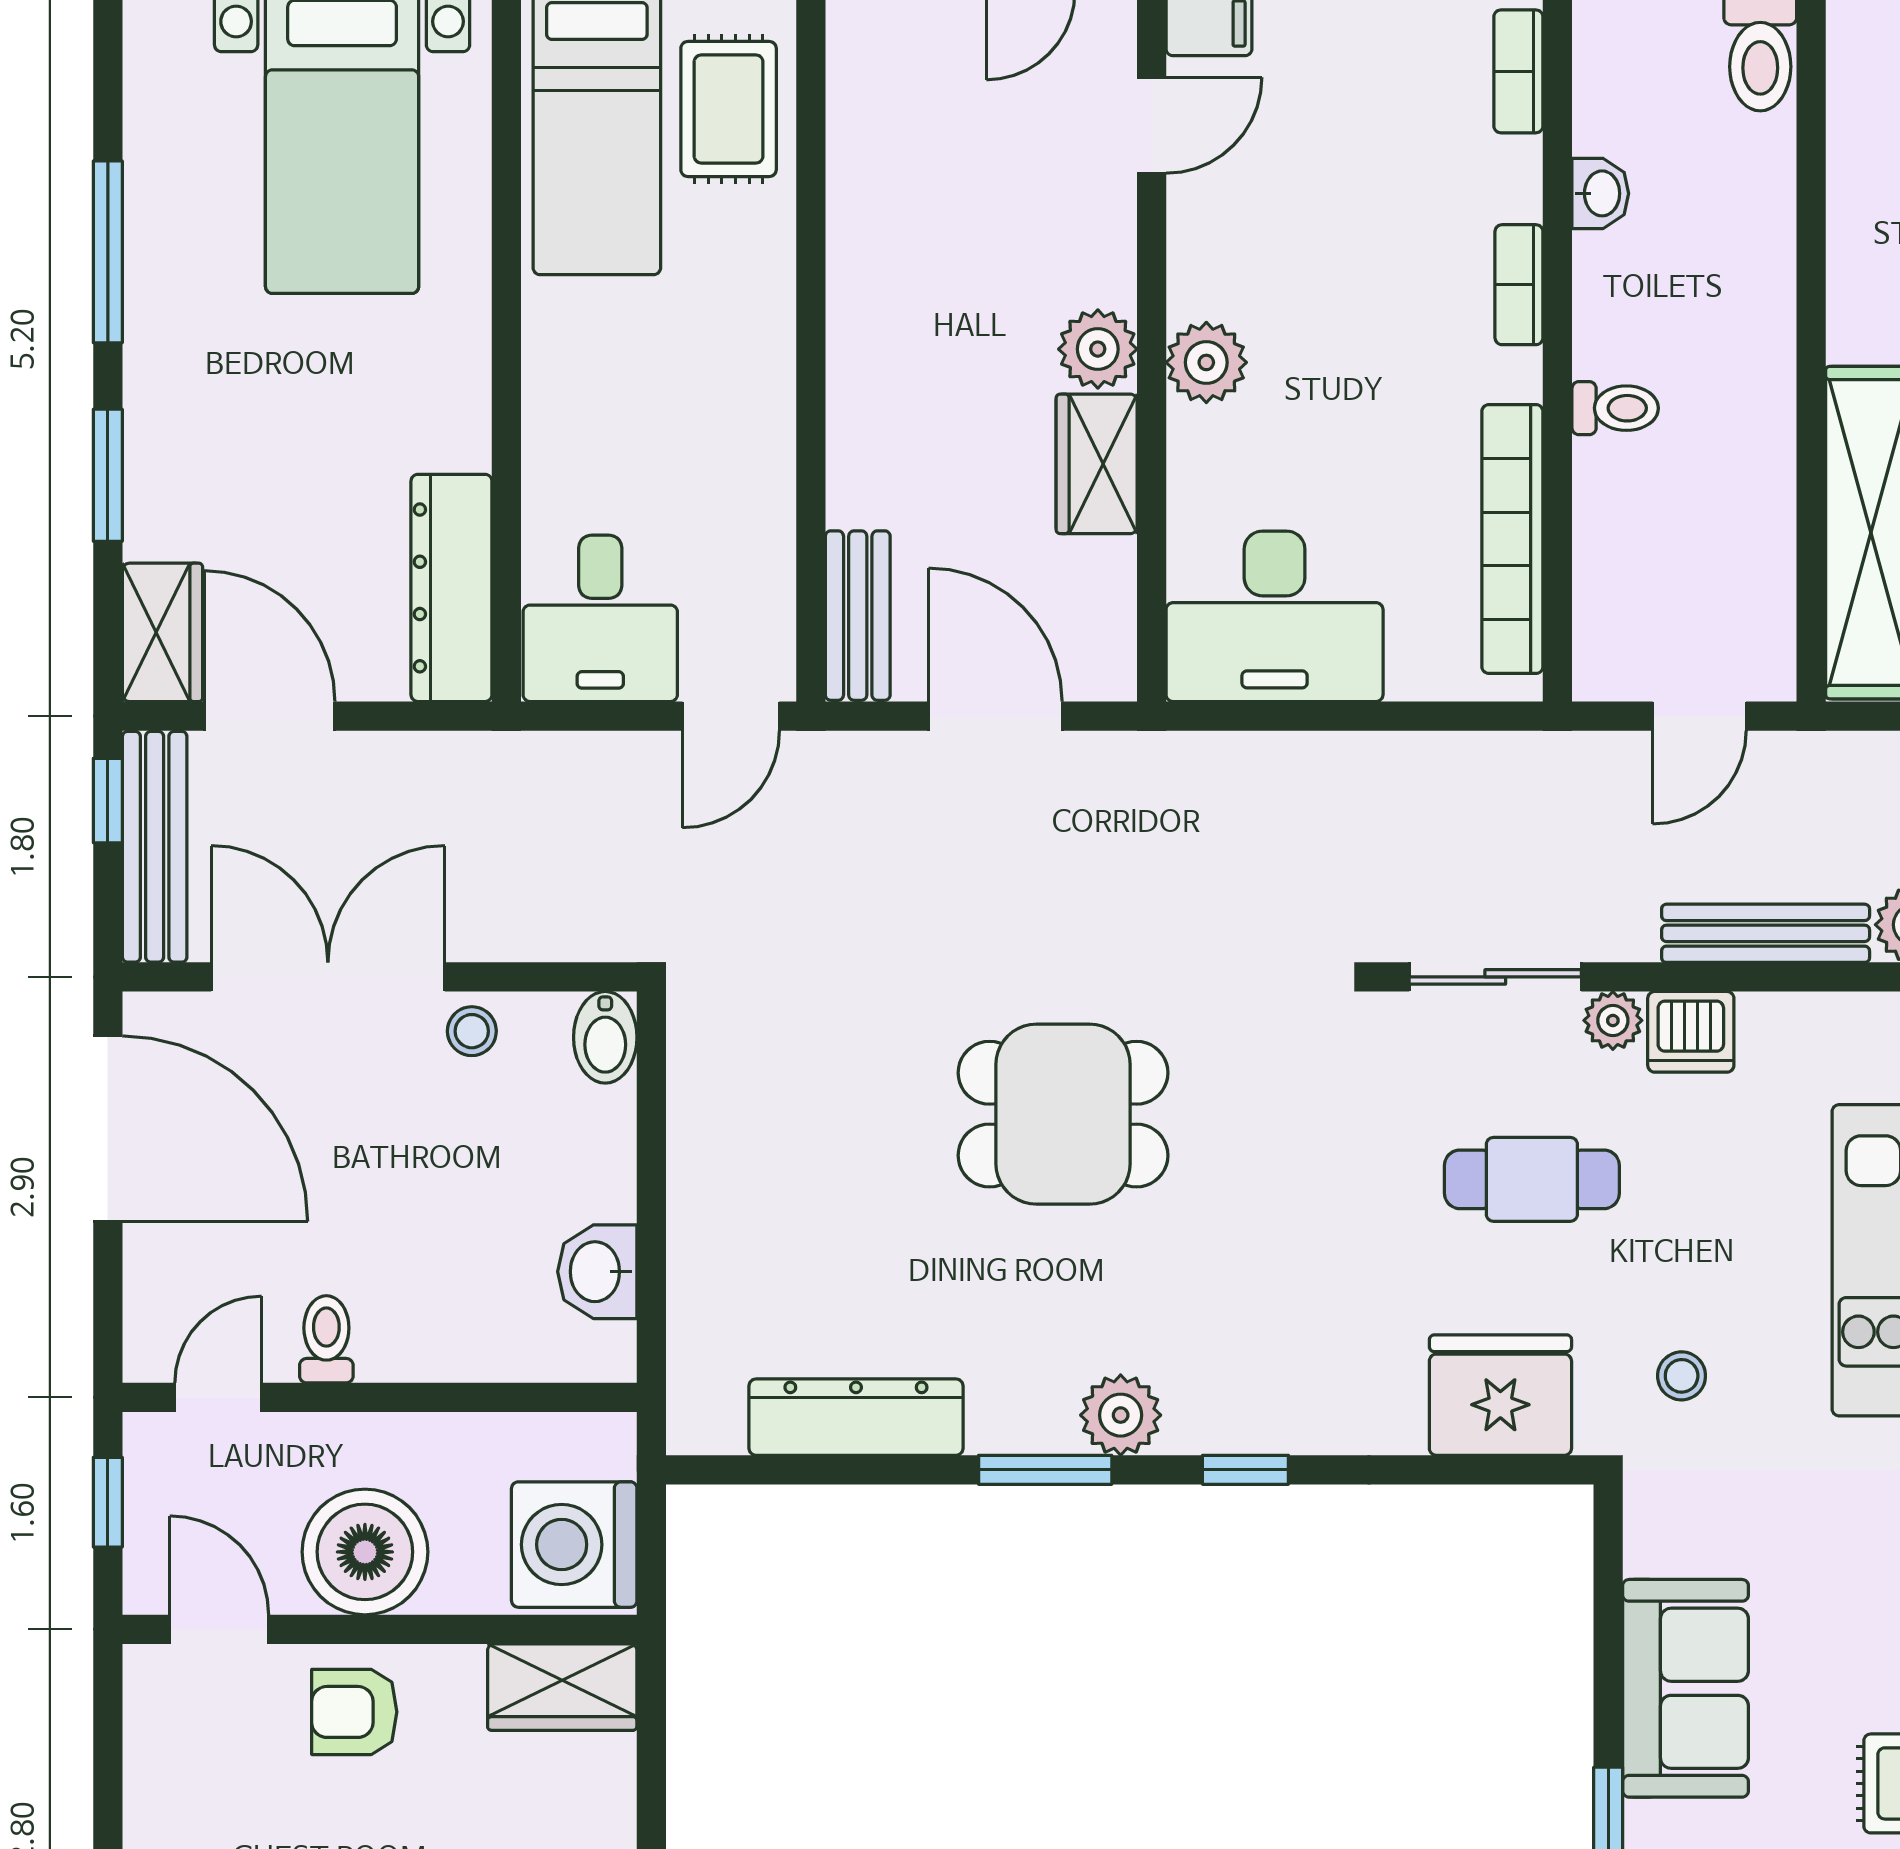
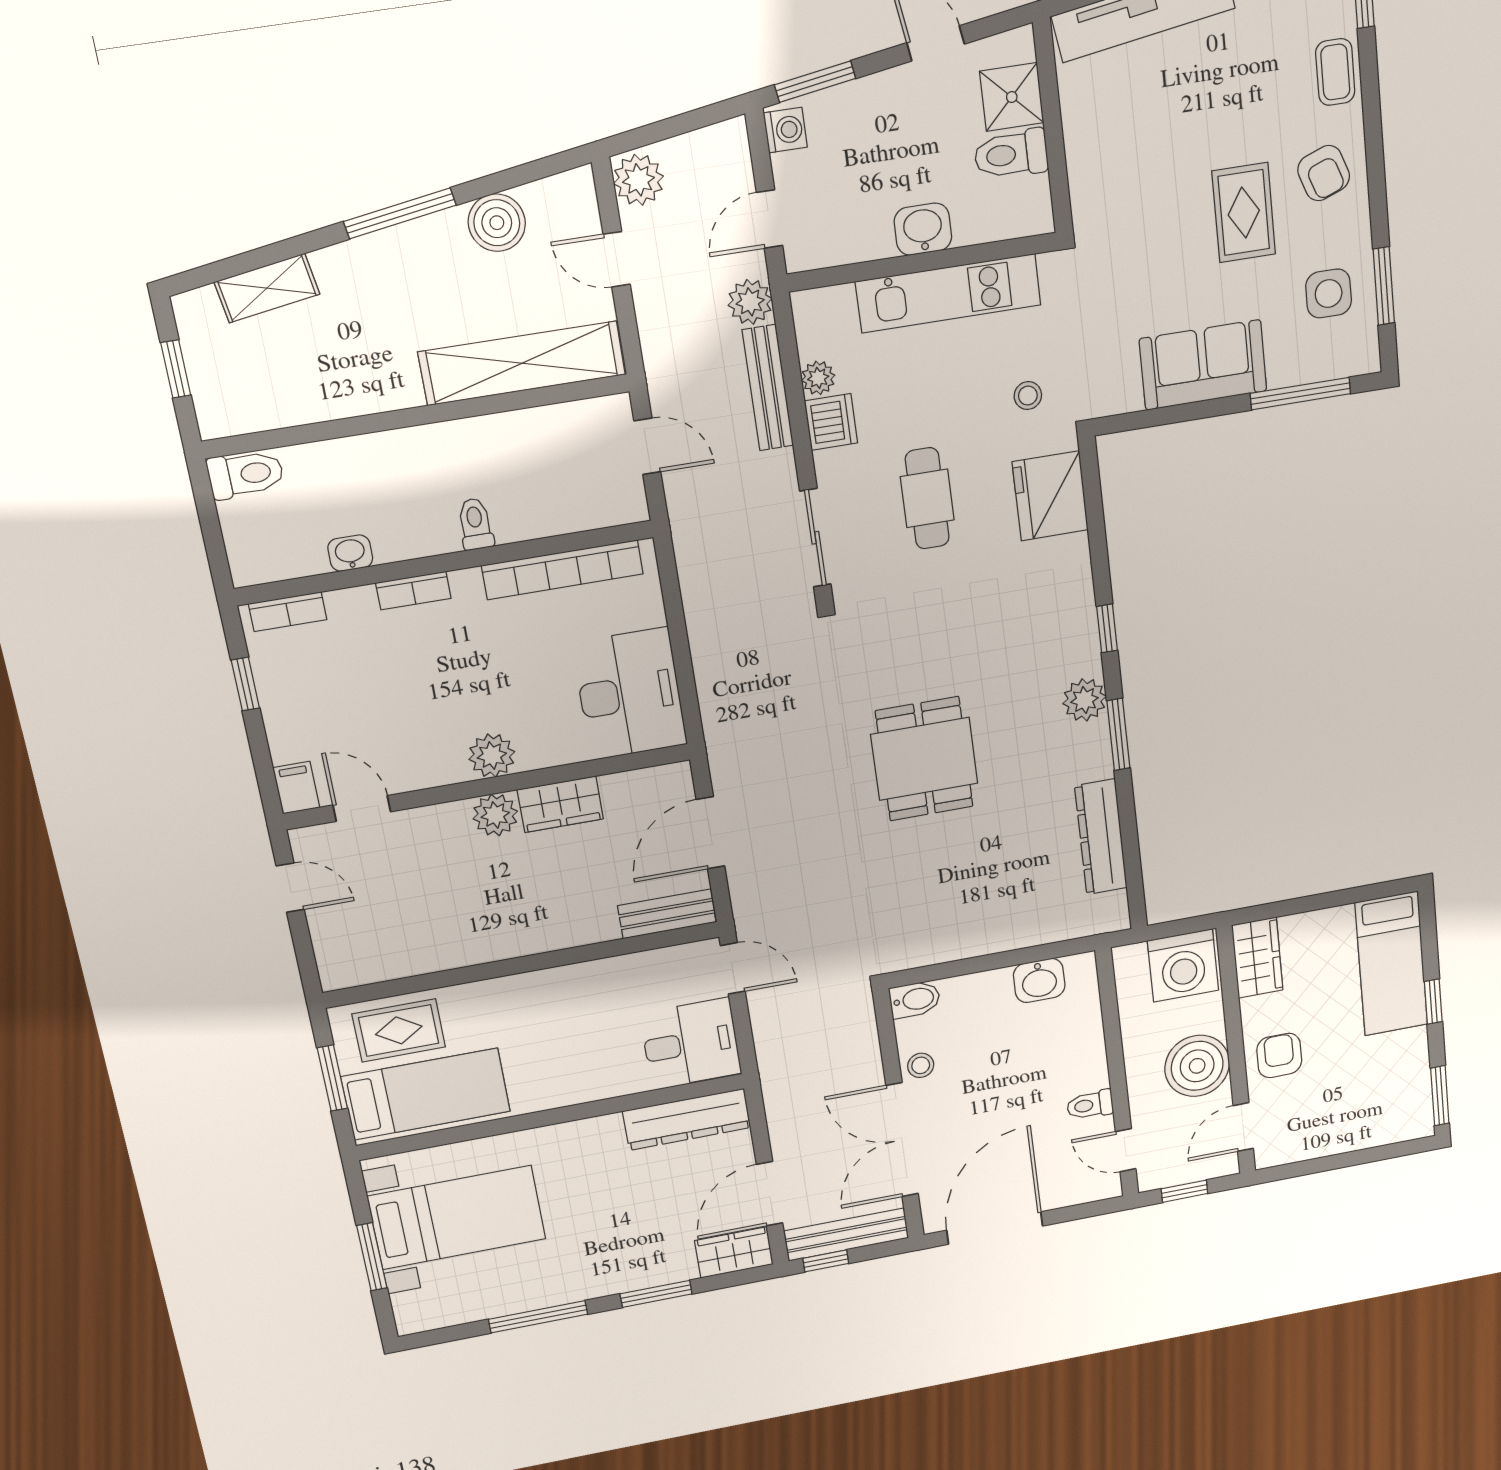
plant: (1613, 1020) -> (818, 378), moved
armchair: (354, 1712) -> (1279, 1055), turned 180

